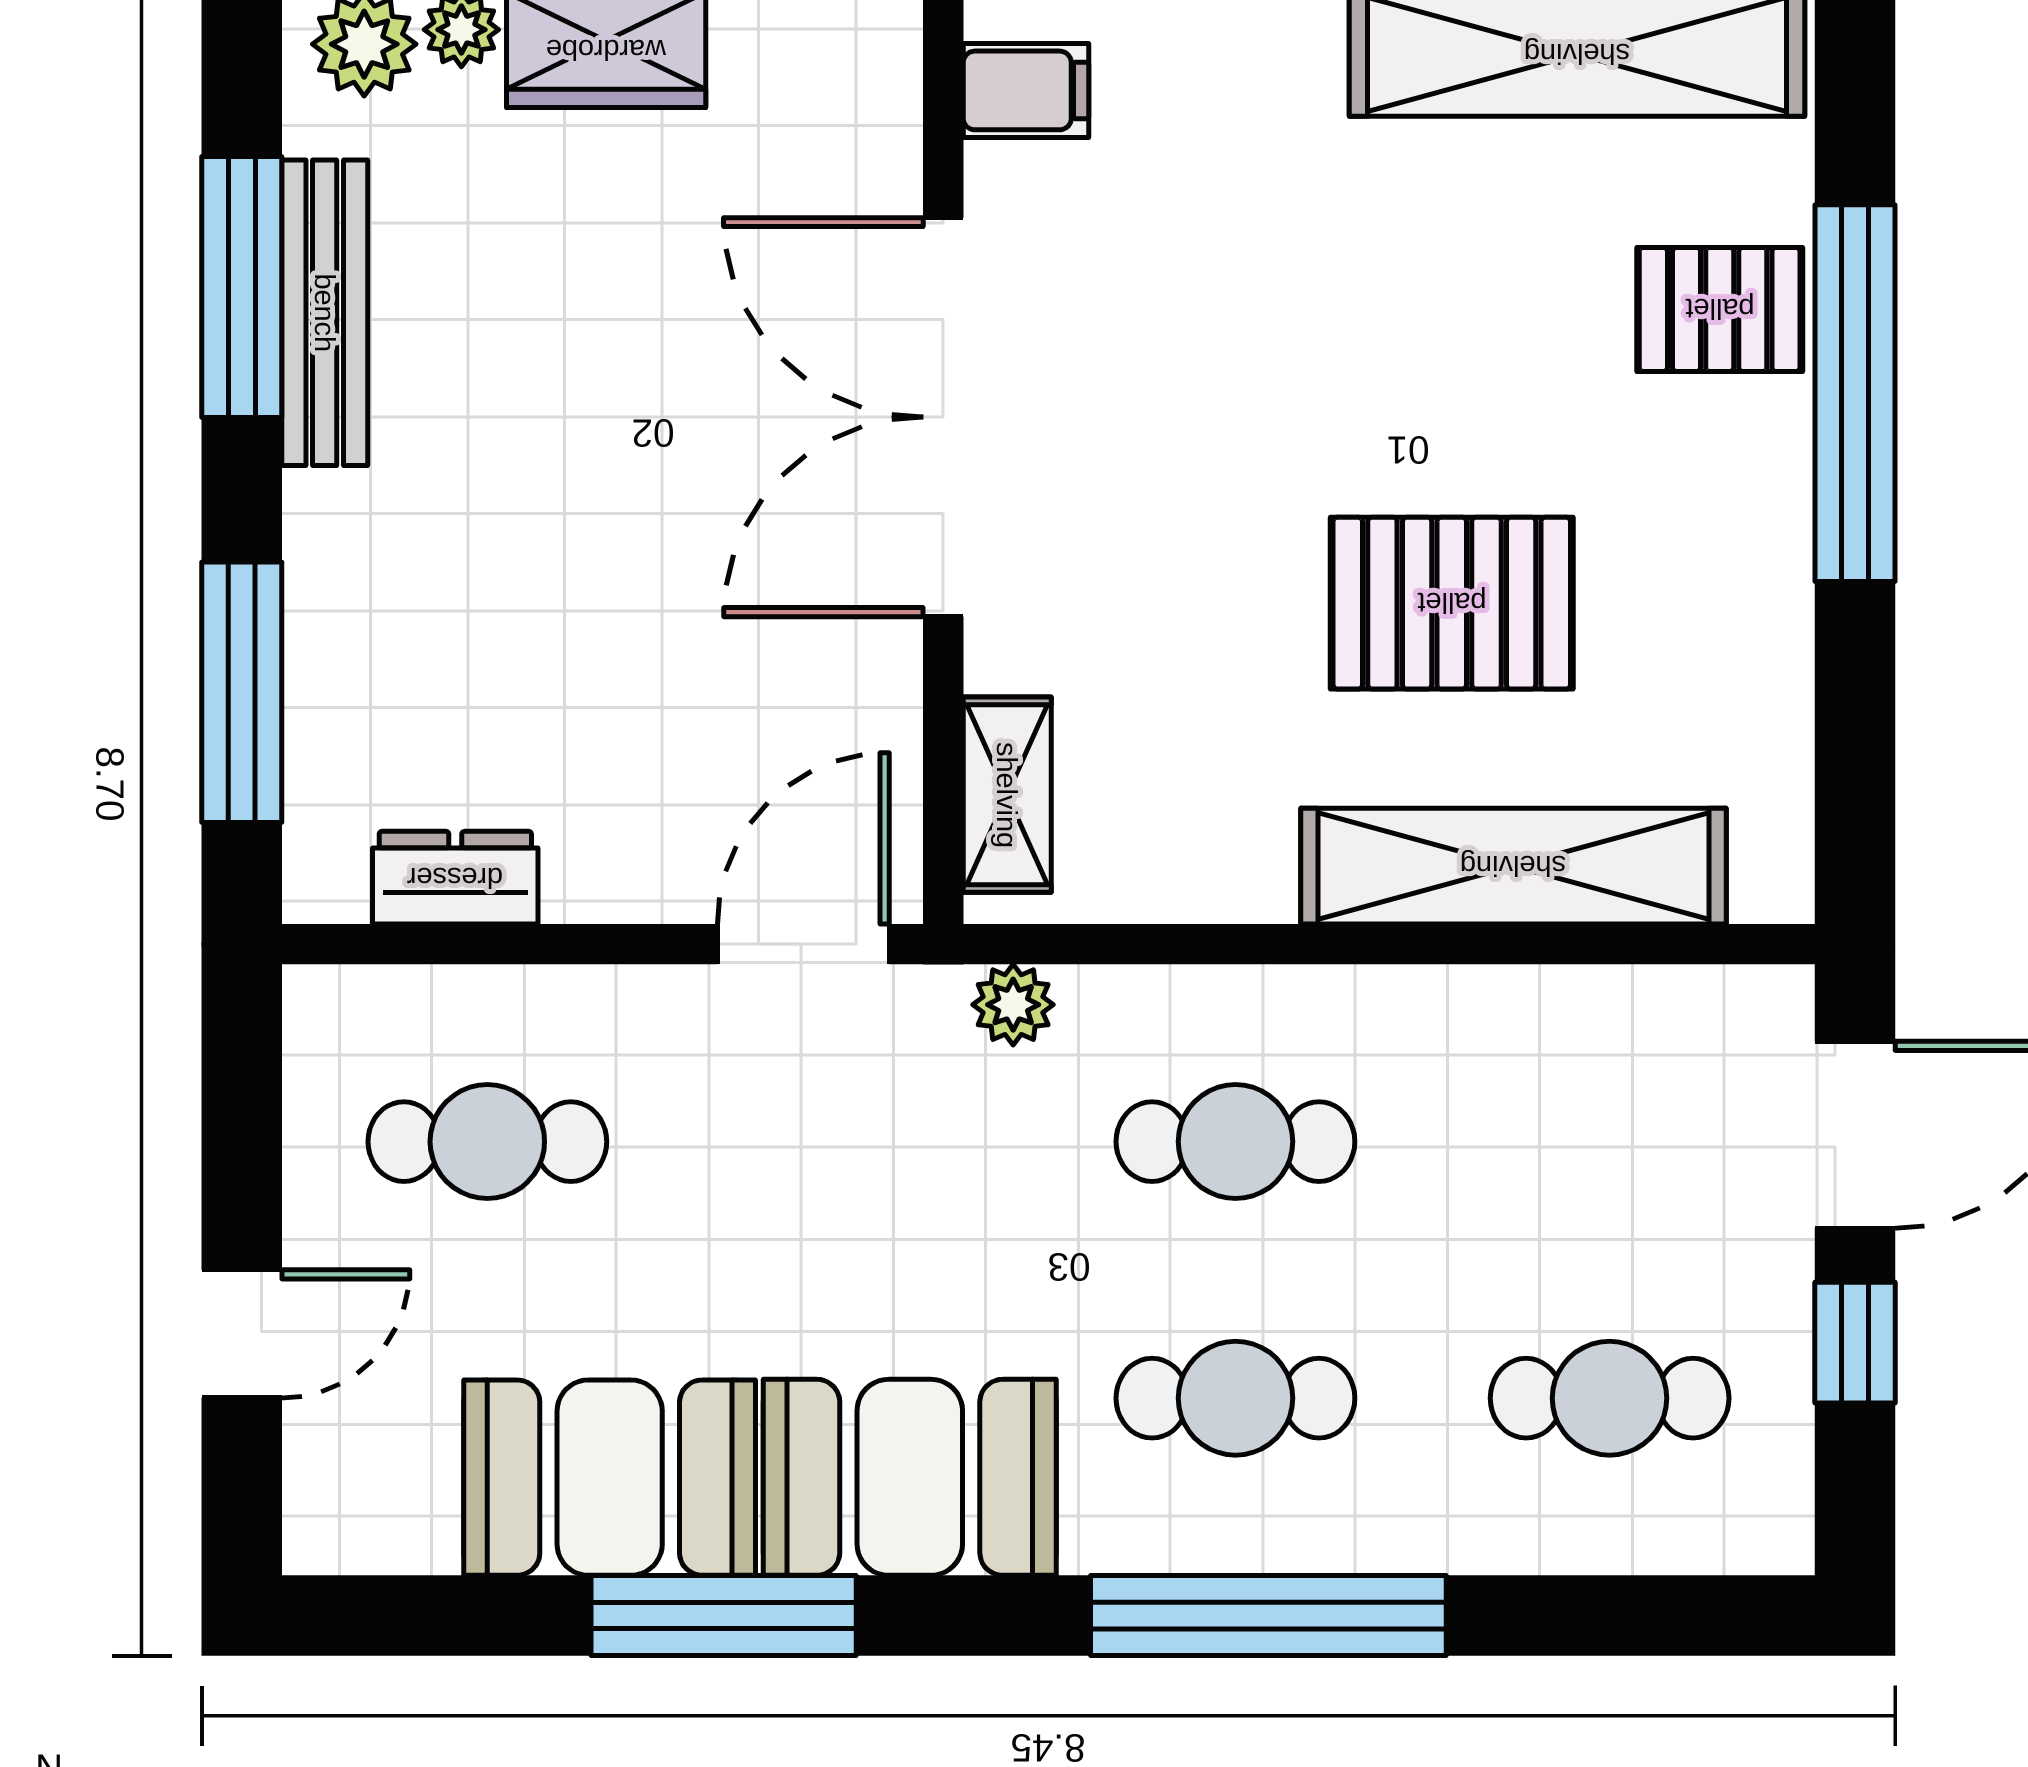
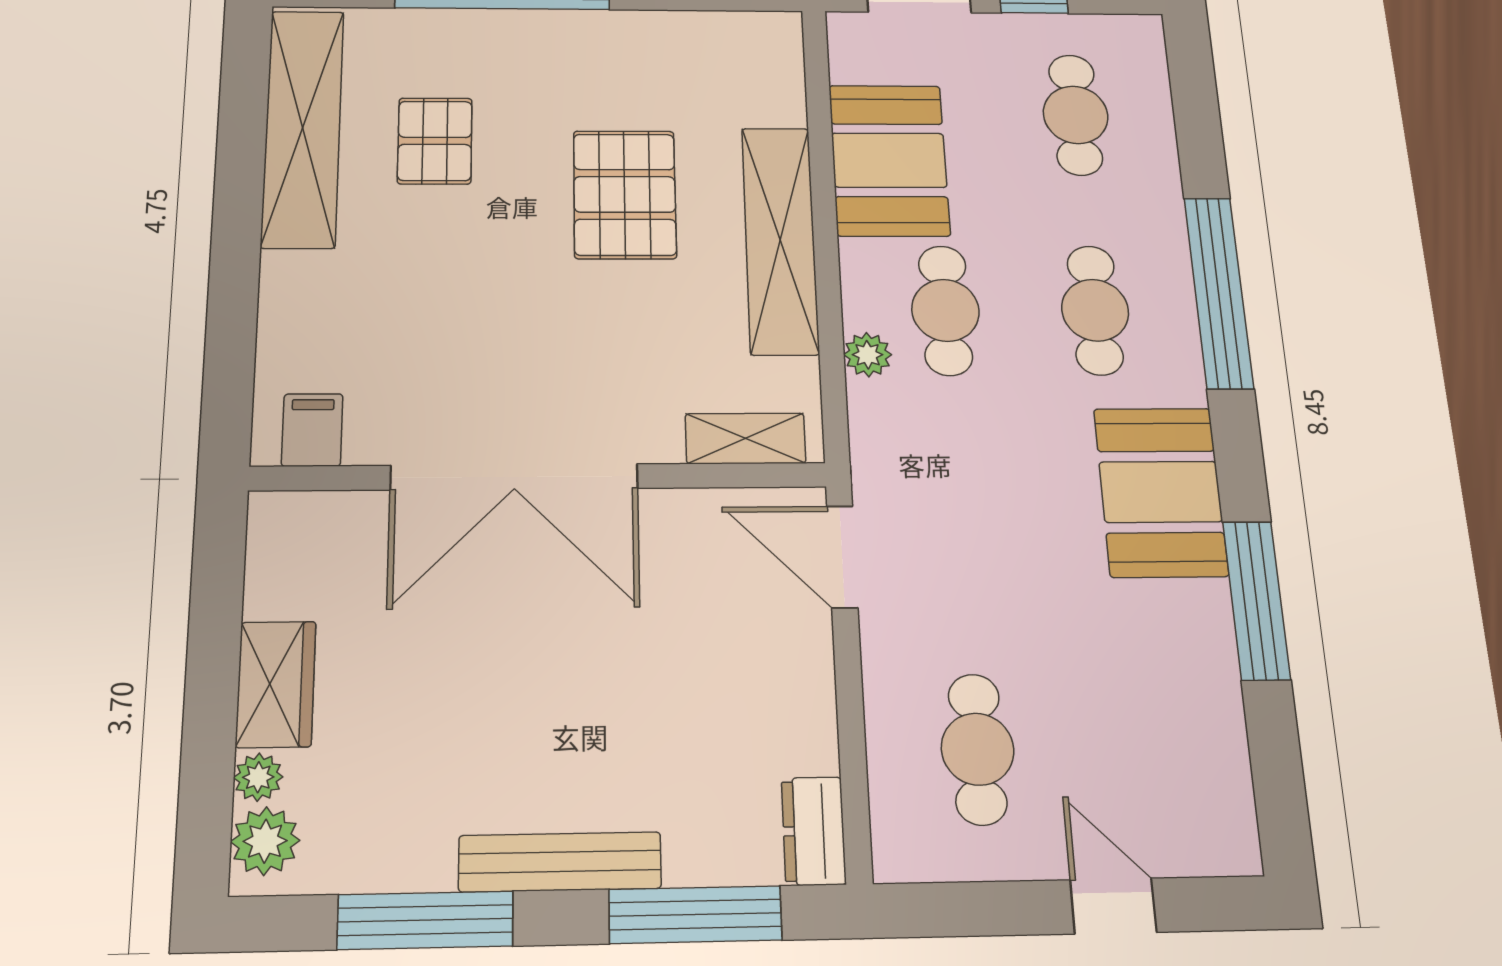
pallet: (1720, 309) -> (435, 141), moved
bench: (325, 313) -> (560, 862), moved
shelving: (1513, 866) -> (780, 240), moved
dresser: (455, 878) -> (814, 831), moved
plant: (1013, 1005) -> (868, 355), moved
booth: (610, 1478) -> (889, 160), moved

